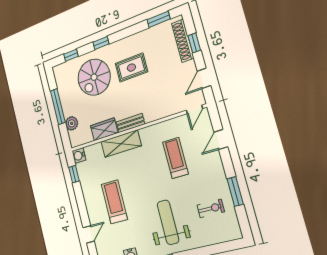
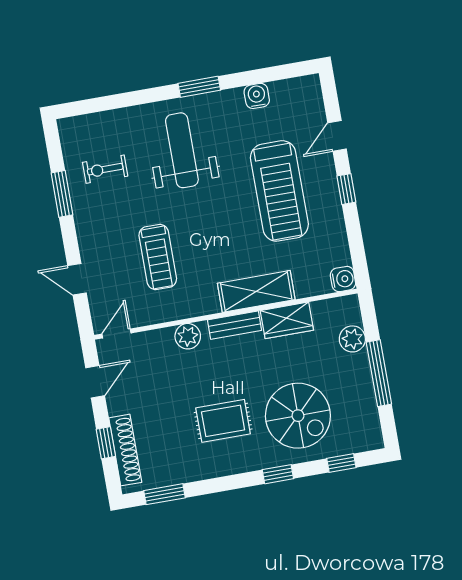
spiral stairs: (94, 77) -> (298, 416), turned 90
plant: (155, 113) -> (188, 336), added
door: (221, 139) -> (77, 279), swing flipped
window: (74, 174) -> (346, 189), moved
treadmill: (114, 202) -> (279, 191), width x1.37, depth x1.38
weight bench: (168, 222) -> (182, 150), turned 180

